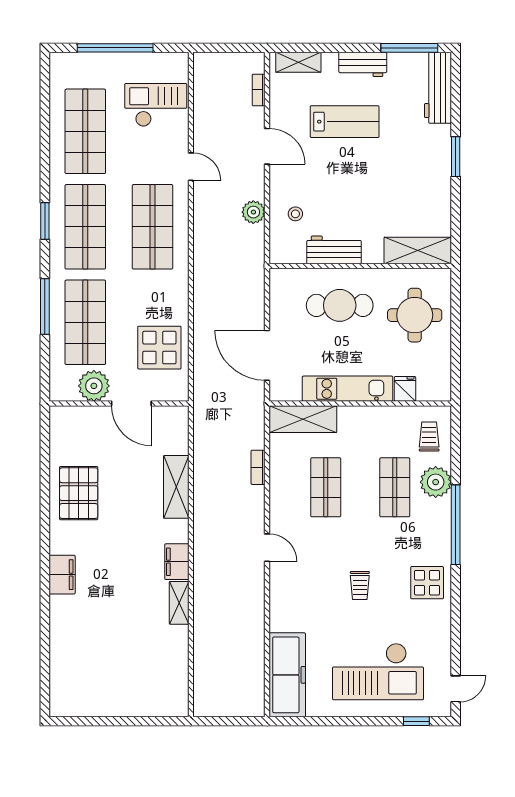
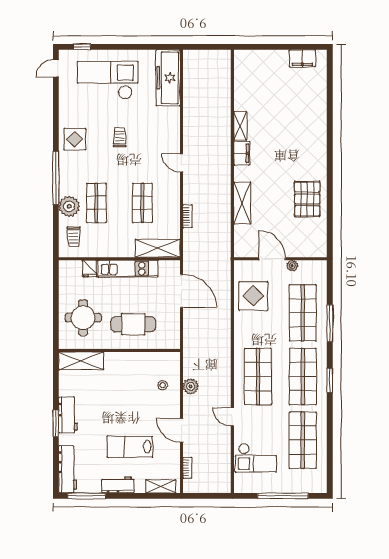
workbench: (334, 250) -> (68, 415), moved, turned -90
plant: (94, 386) -> (292, 266), width x0.53, depth x0.53
filing cabinet: (62, 575) -> (302, 58), moved, turned -90

